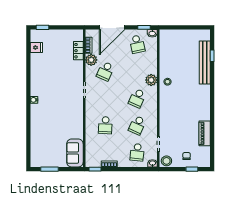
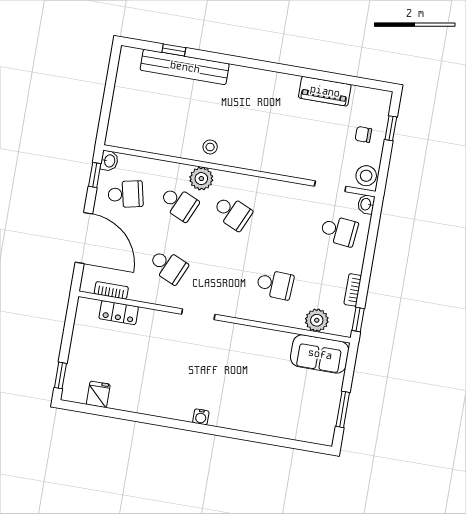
plant: (91, 60) -> (317, 320), moved
school desk: (137, 125) -> (179, 203), moved

